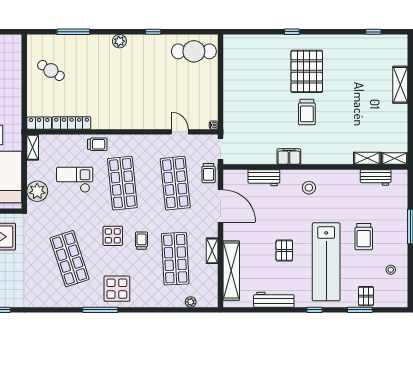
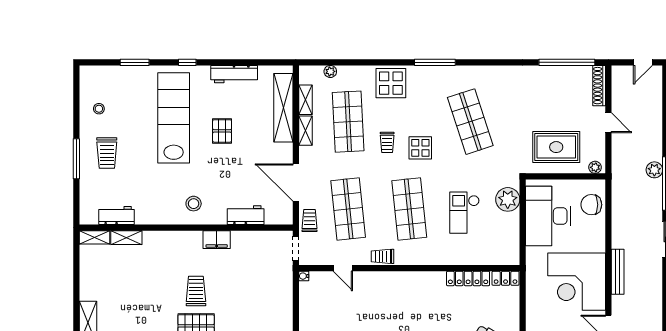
trolley: (97, 144) -> (382, 256), moved
shelving: (33, 147) -> (305, 100), moved
checkout: (75, 180) -> (464, 213), turned 90
trolley: (364, 237) -> (107, 153), moved, turned 180
display table: (117, 289) -> (391, 83), moved
pallet: (366, 296) -> (128, 78), removed

